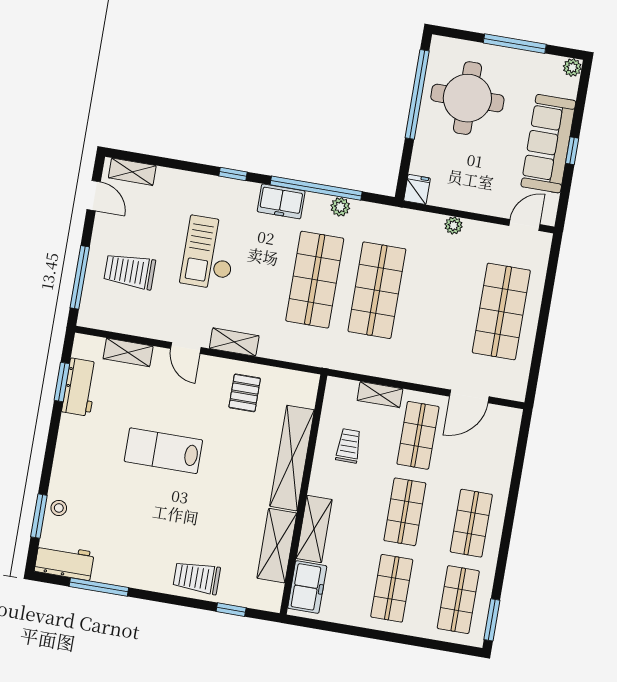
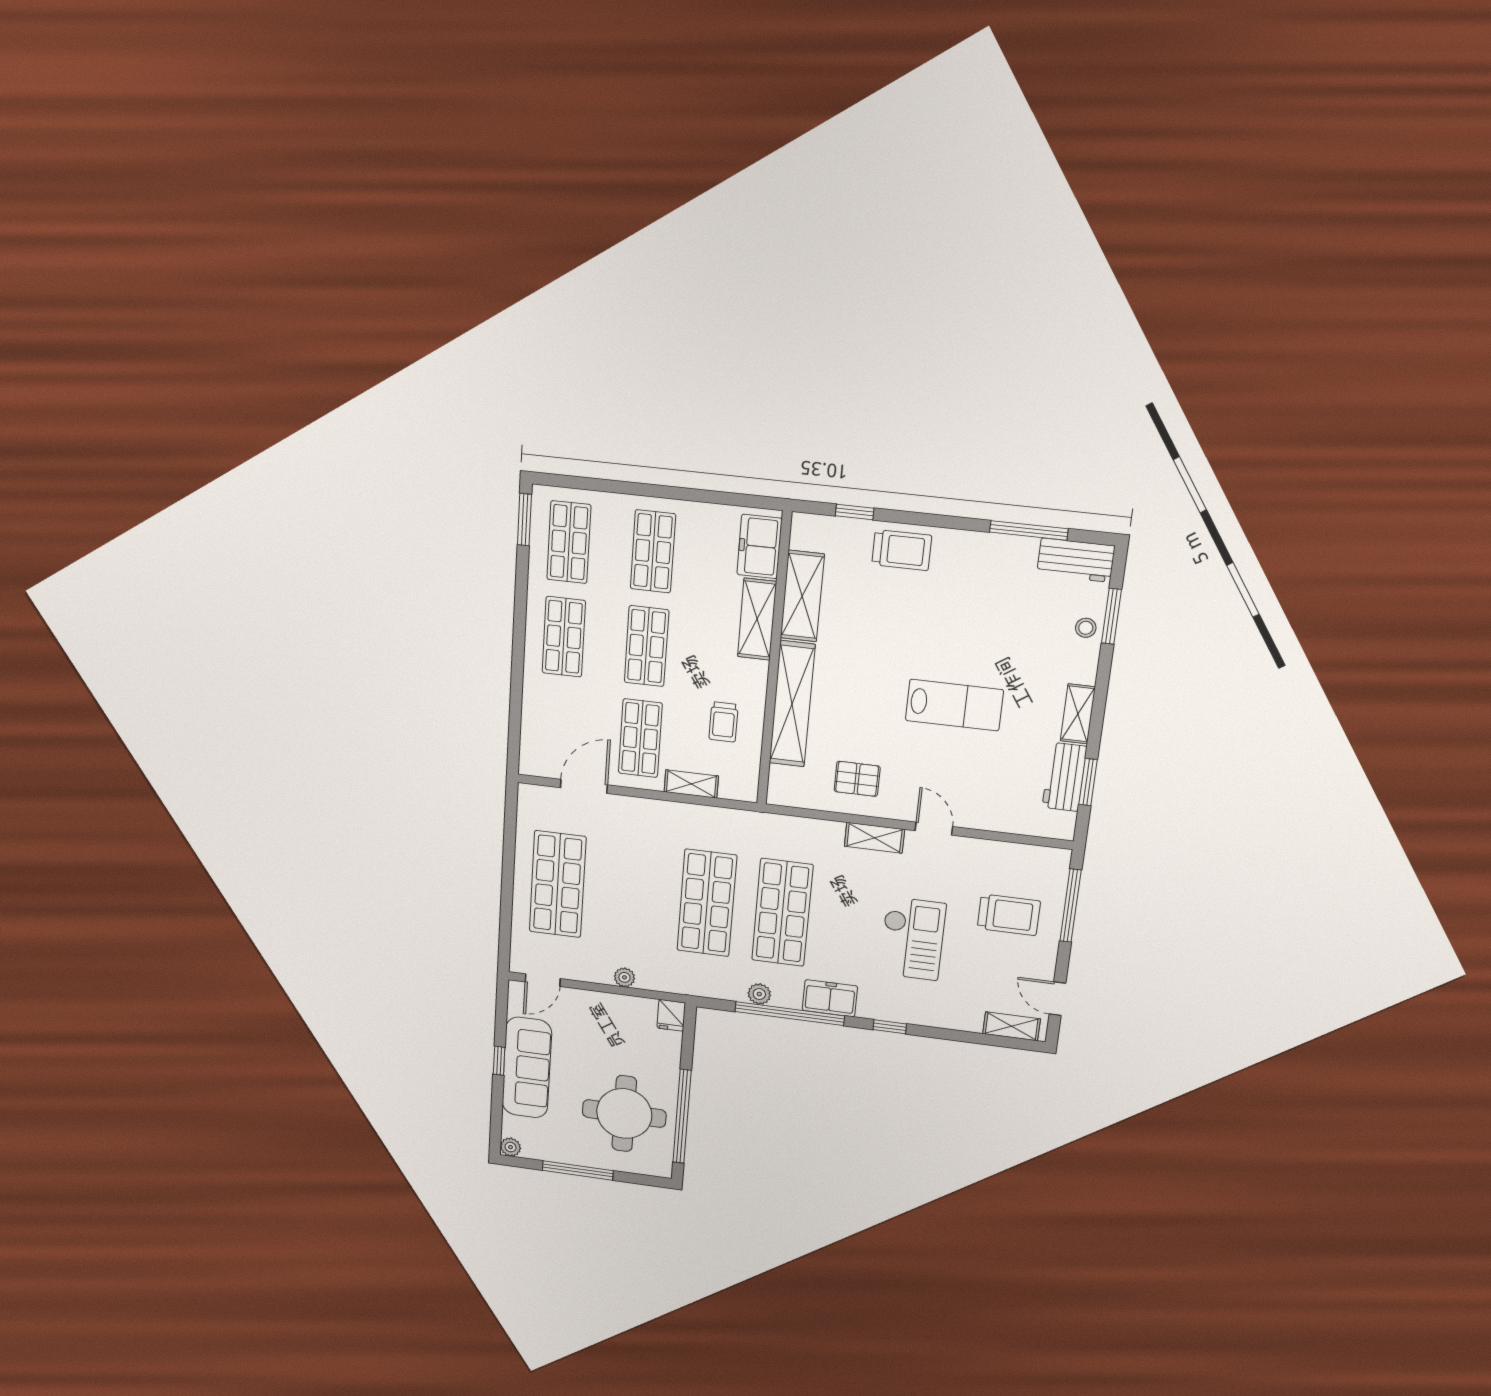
shelving: (128, 352) -> (1078, 714), moved, turned 90
pallet: (245, 393) -> (857, 779), turned 90

